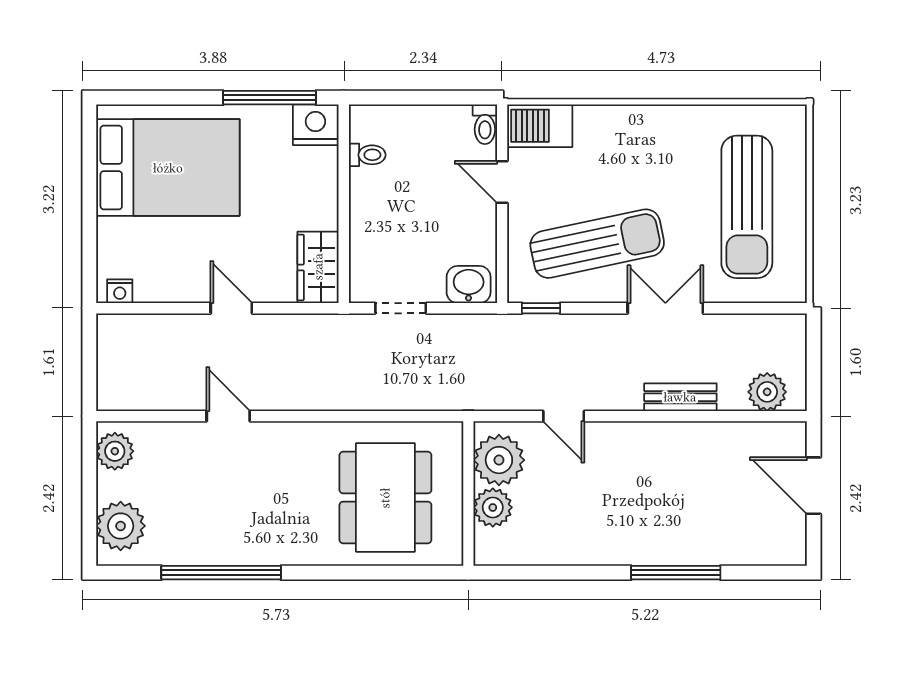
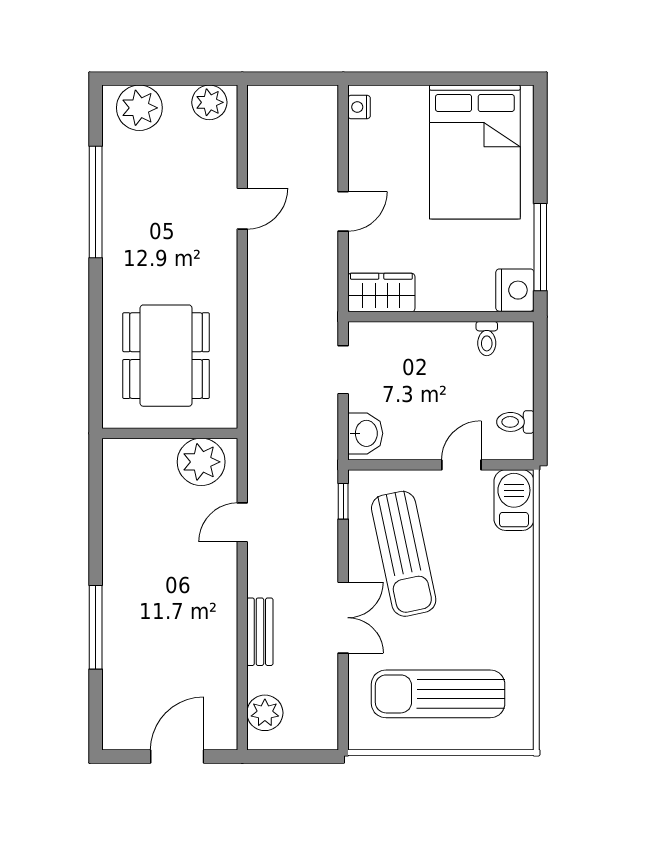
toilet: (485, 124) -> (515, 422), moved
dining table: (385, 498) -> (166, 356), turned 90
plant: (493, 507) -> (157, 456), removed

